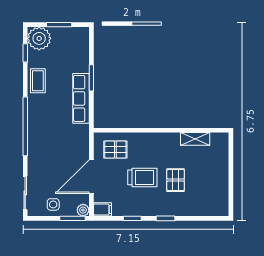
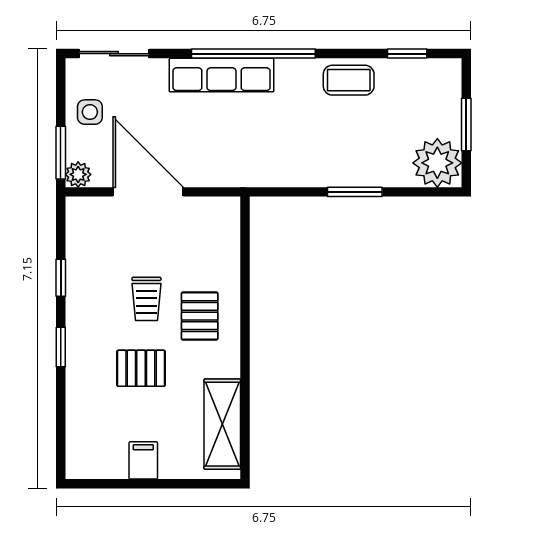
plant: (39, 38) -> (437, 163), moved
row of seats: (81, 98) -> (222, 75), moved, turned 180
shelving: (195, 139) -> (222, 424), width x1.50, depth x1.33
pallet: (115, 150) -> (200, 316), moved
trolley: (142, 177) -> (146, 299), width x0.73, depth x0.72
filing cabinet: (102, 209) -> (143, 460), moved, turned 180

